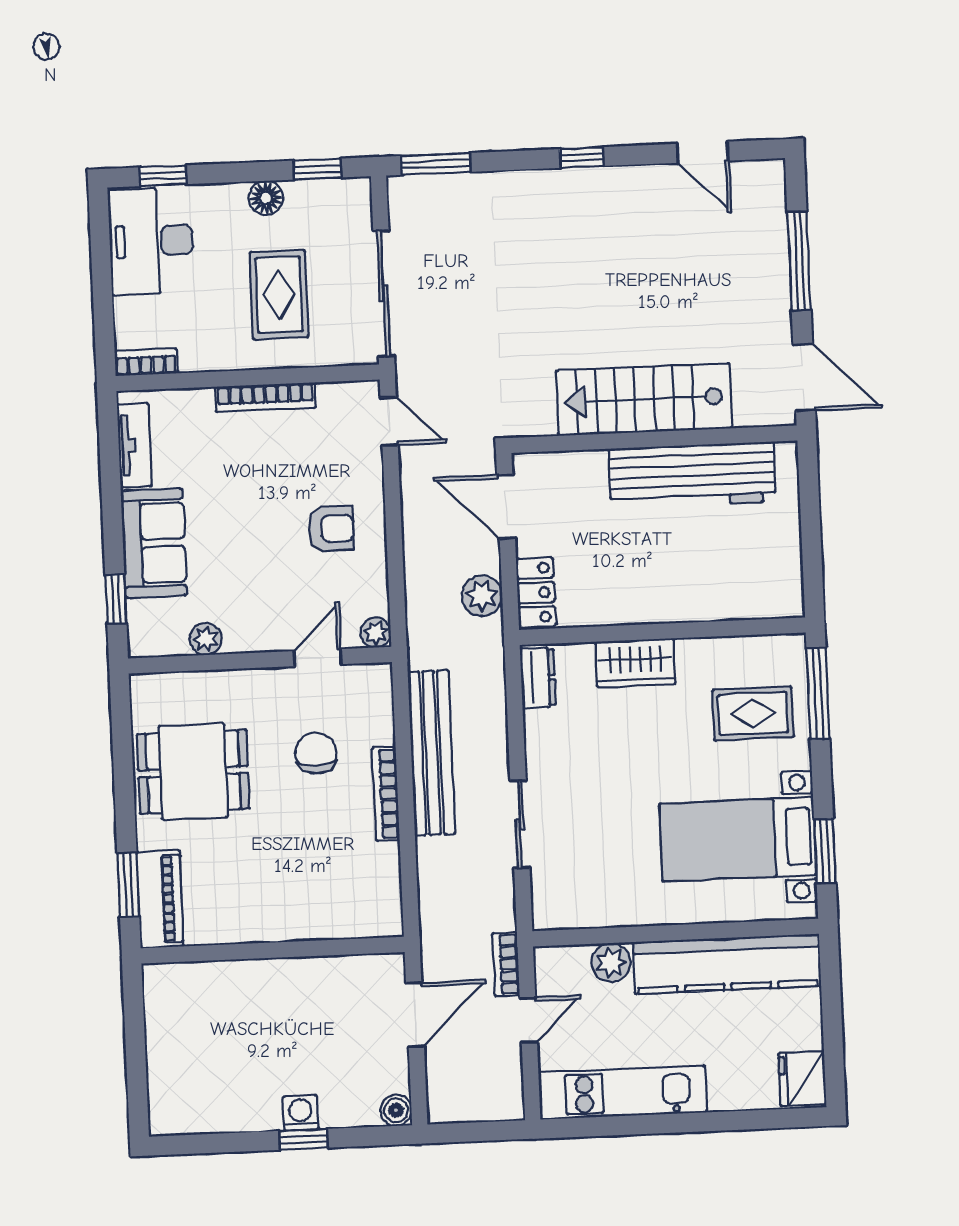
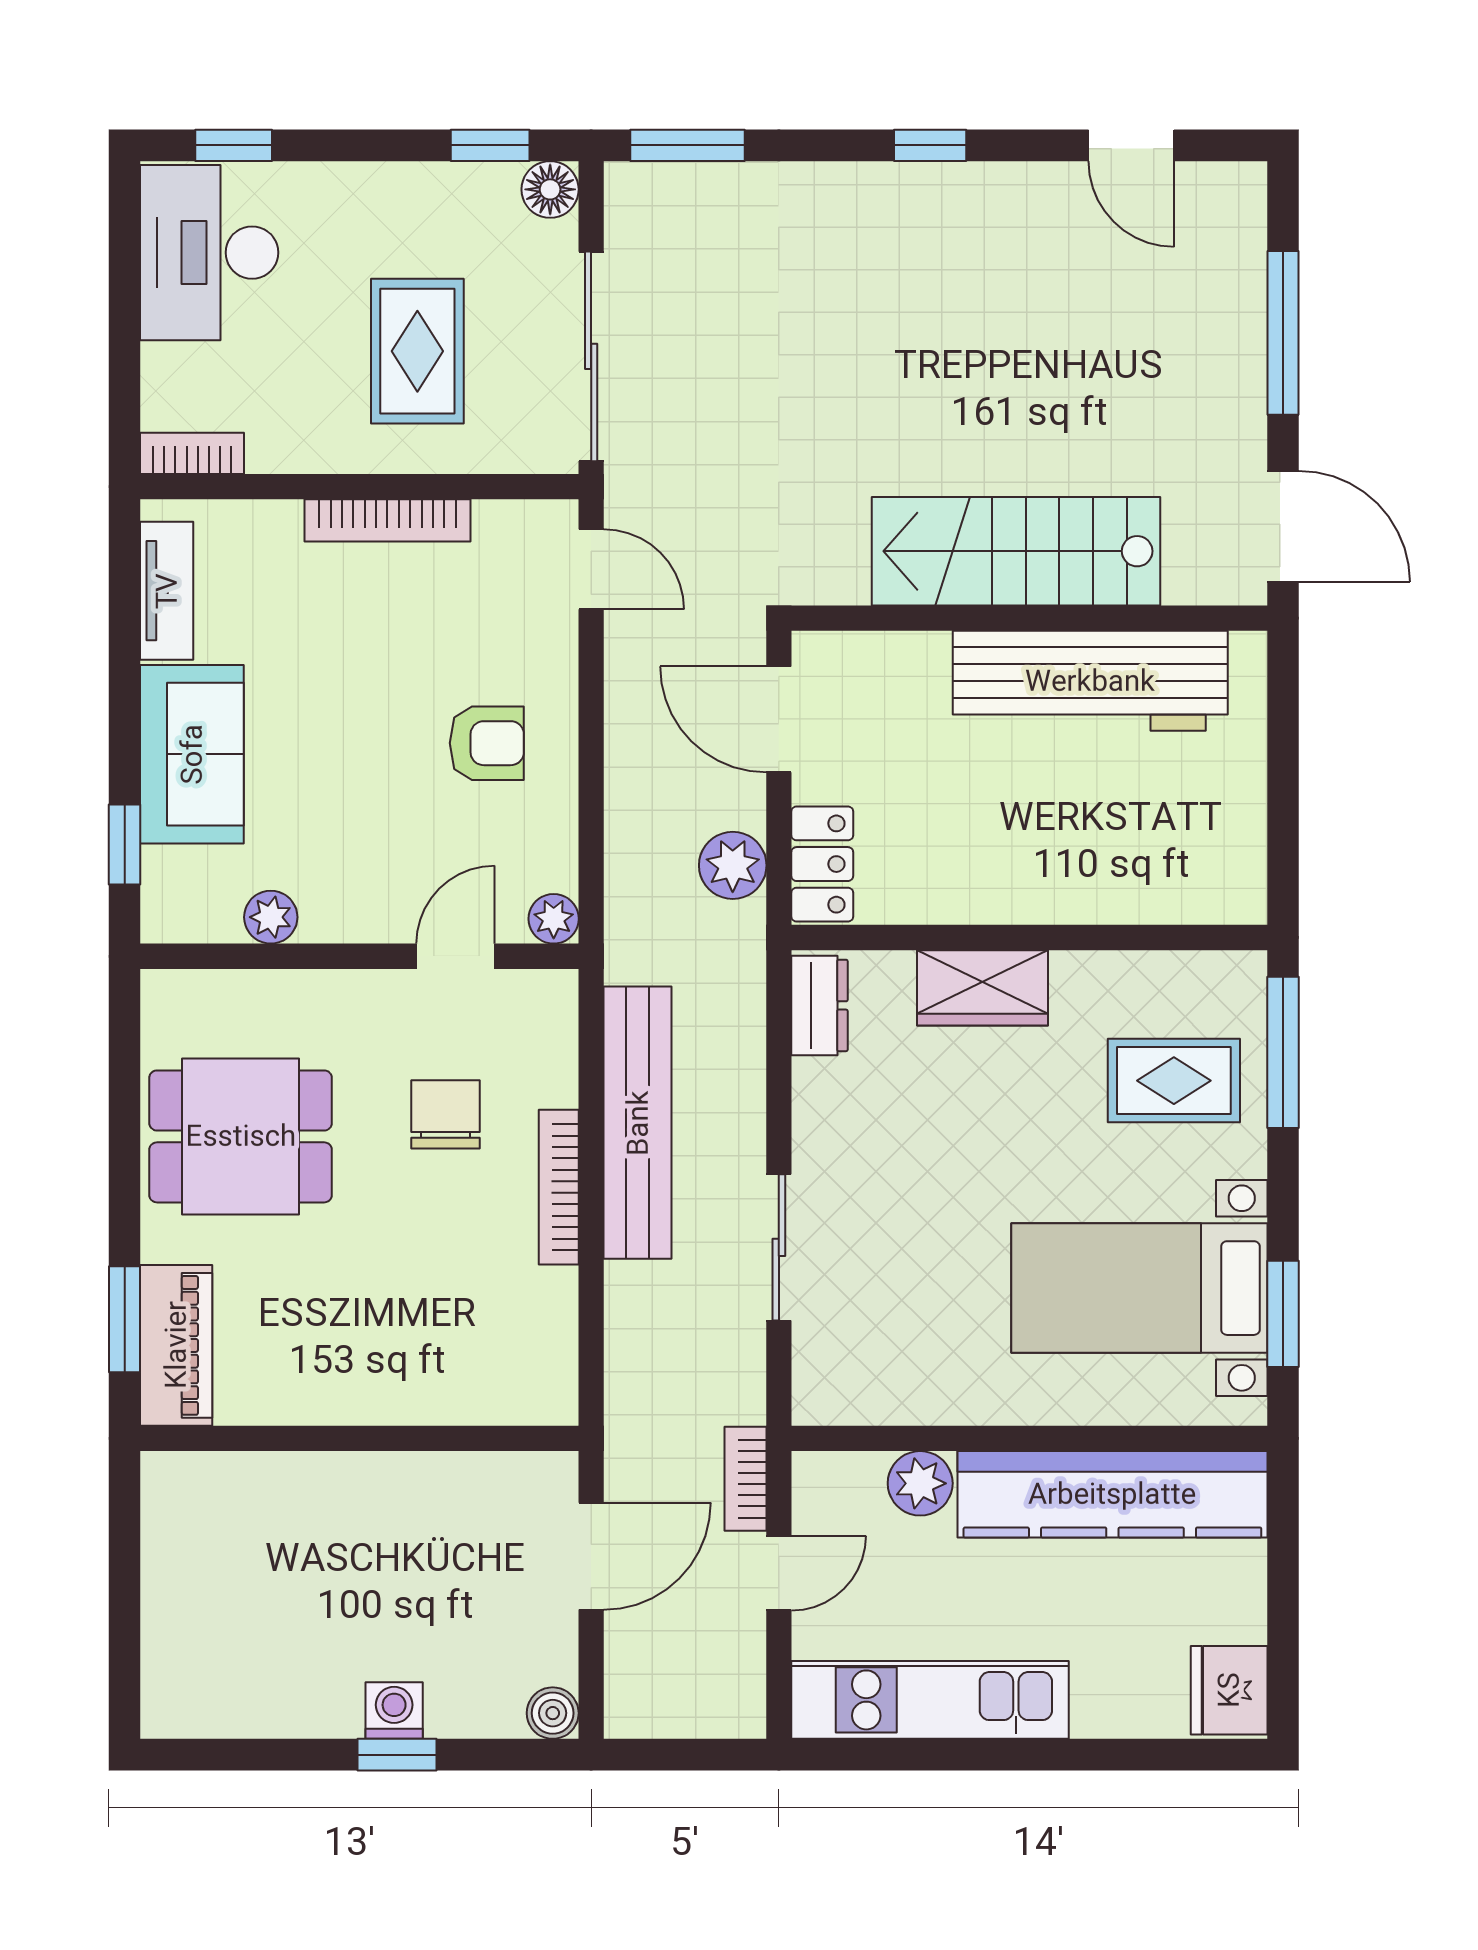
floor lamp: (266, 198) -> (550, 189), moved

